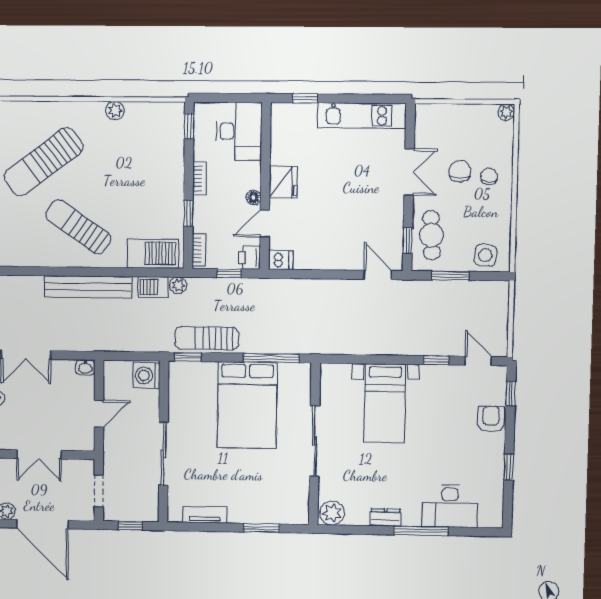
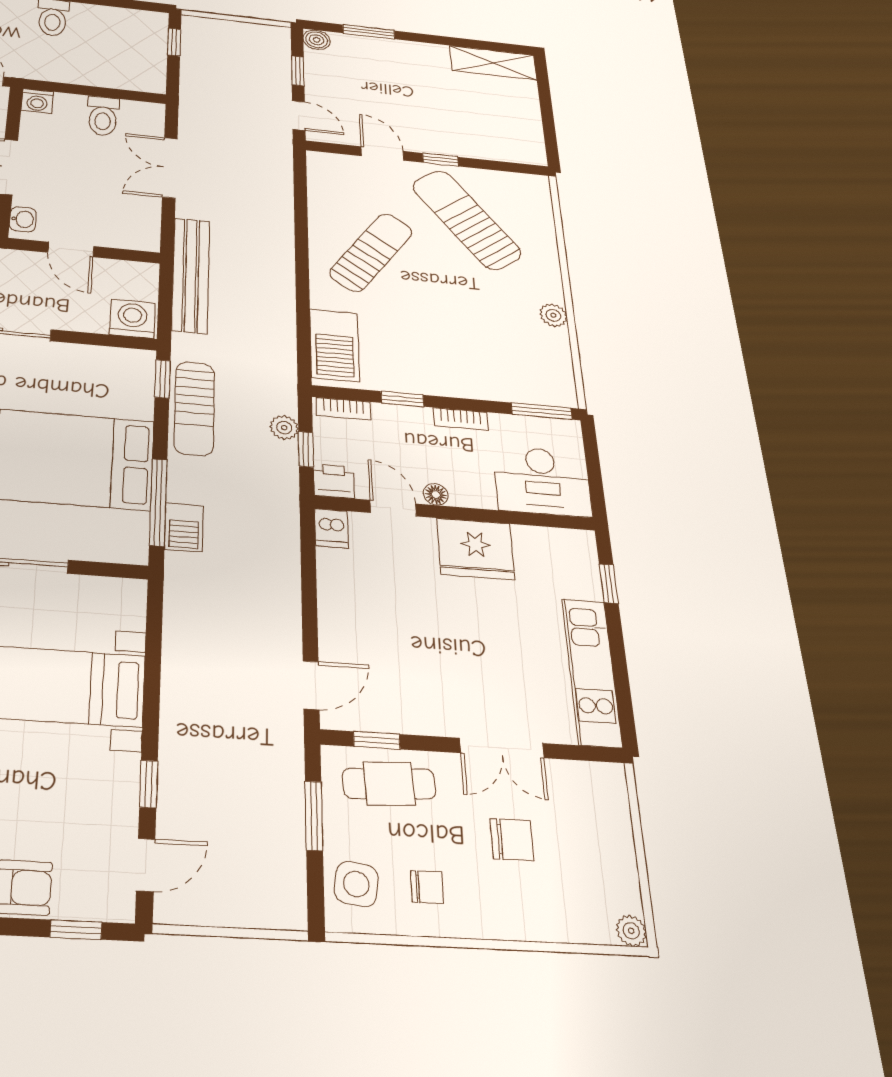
window: (189, 126) -> (542, 411), width x1.50
chair: (489, 176) -> (427, 887), moved
fridge: (283, 182) -> (476, 549), width x1.36, depth x1.34
plant: (178, 285) -> (284, 428), moved
bench: (88, 287) -> (191, 275), moved
barbecue: (153, 287) -> (184, 527), moved, turned 180
sun lounger: (207, 338) -> (194, 408), turned 180
washbasin: (85, 367) -> (23, 219), moved, turned 180

